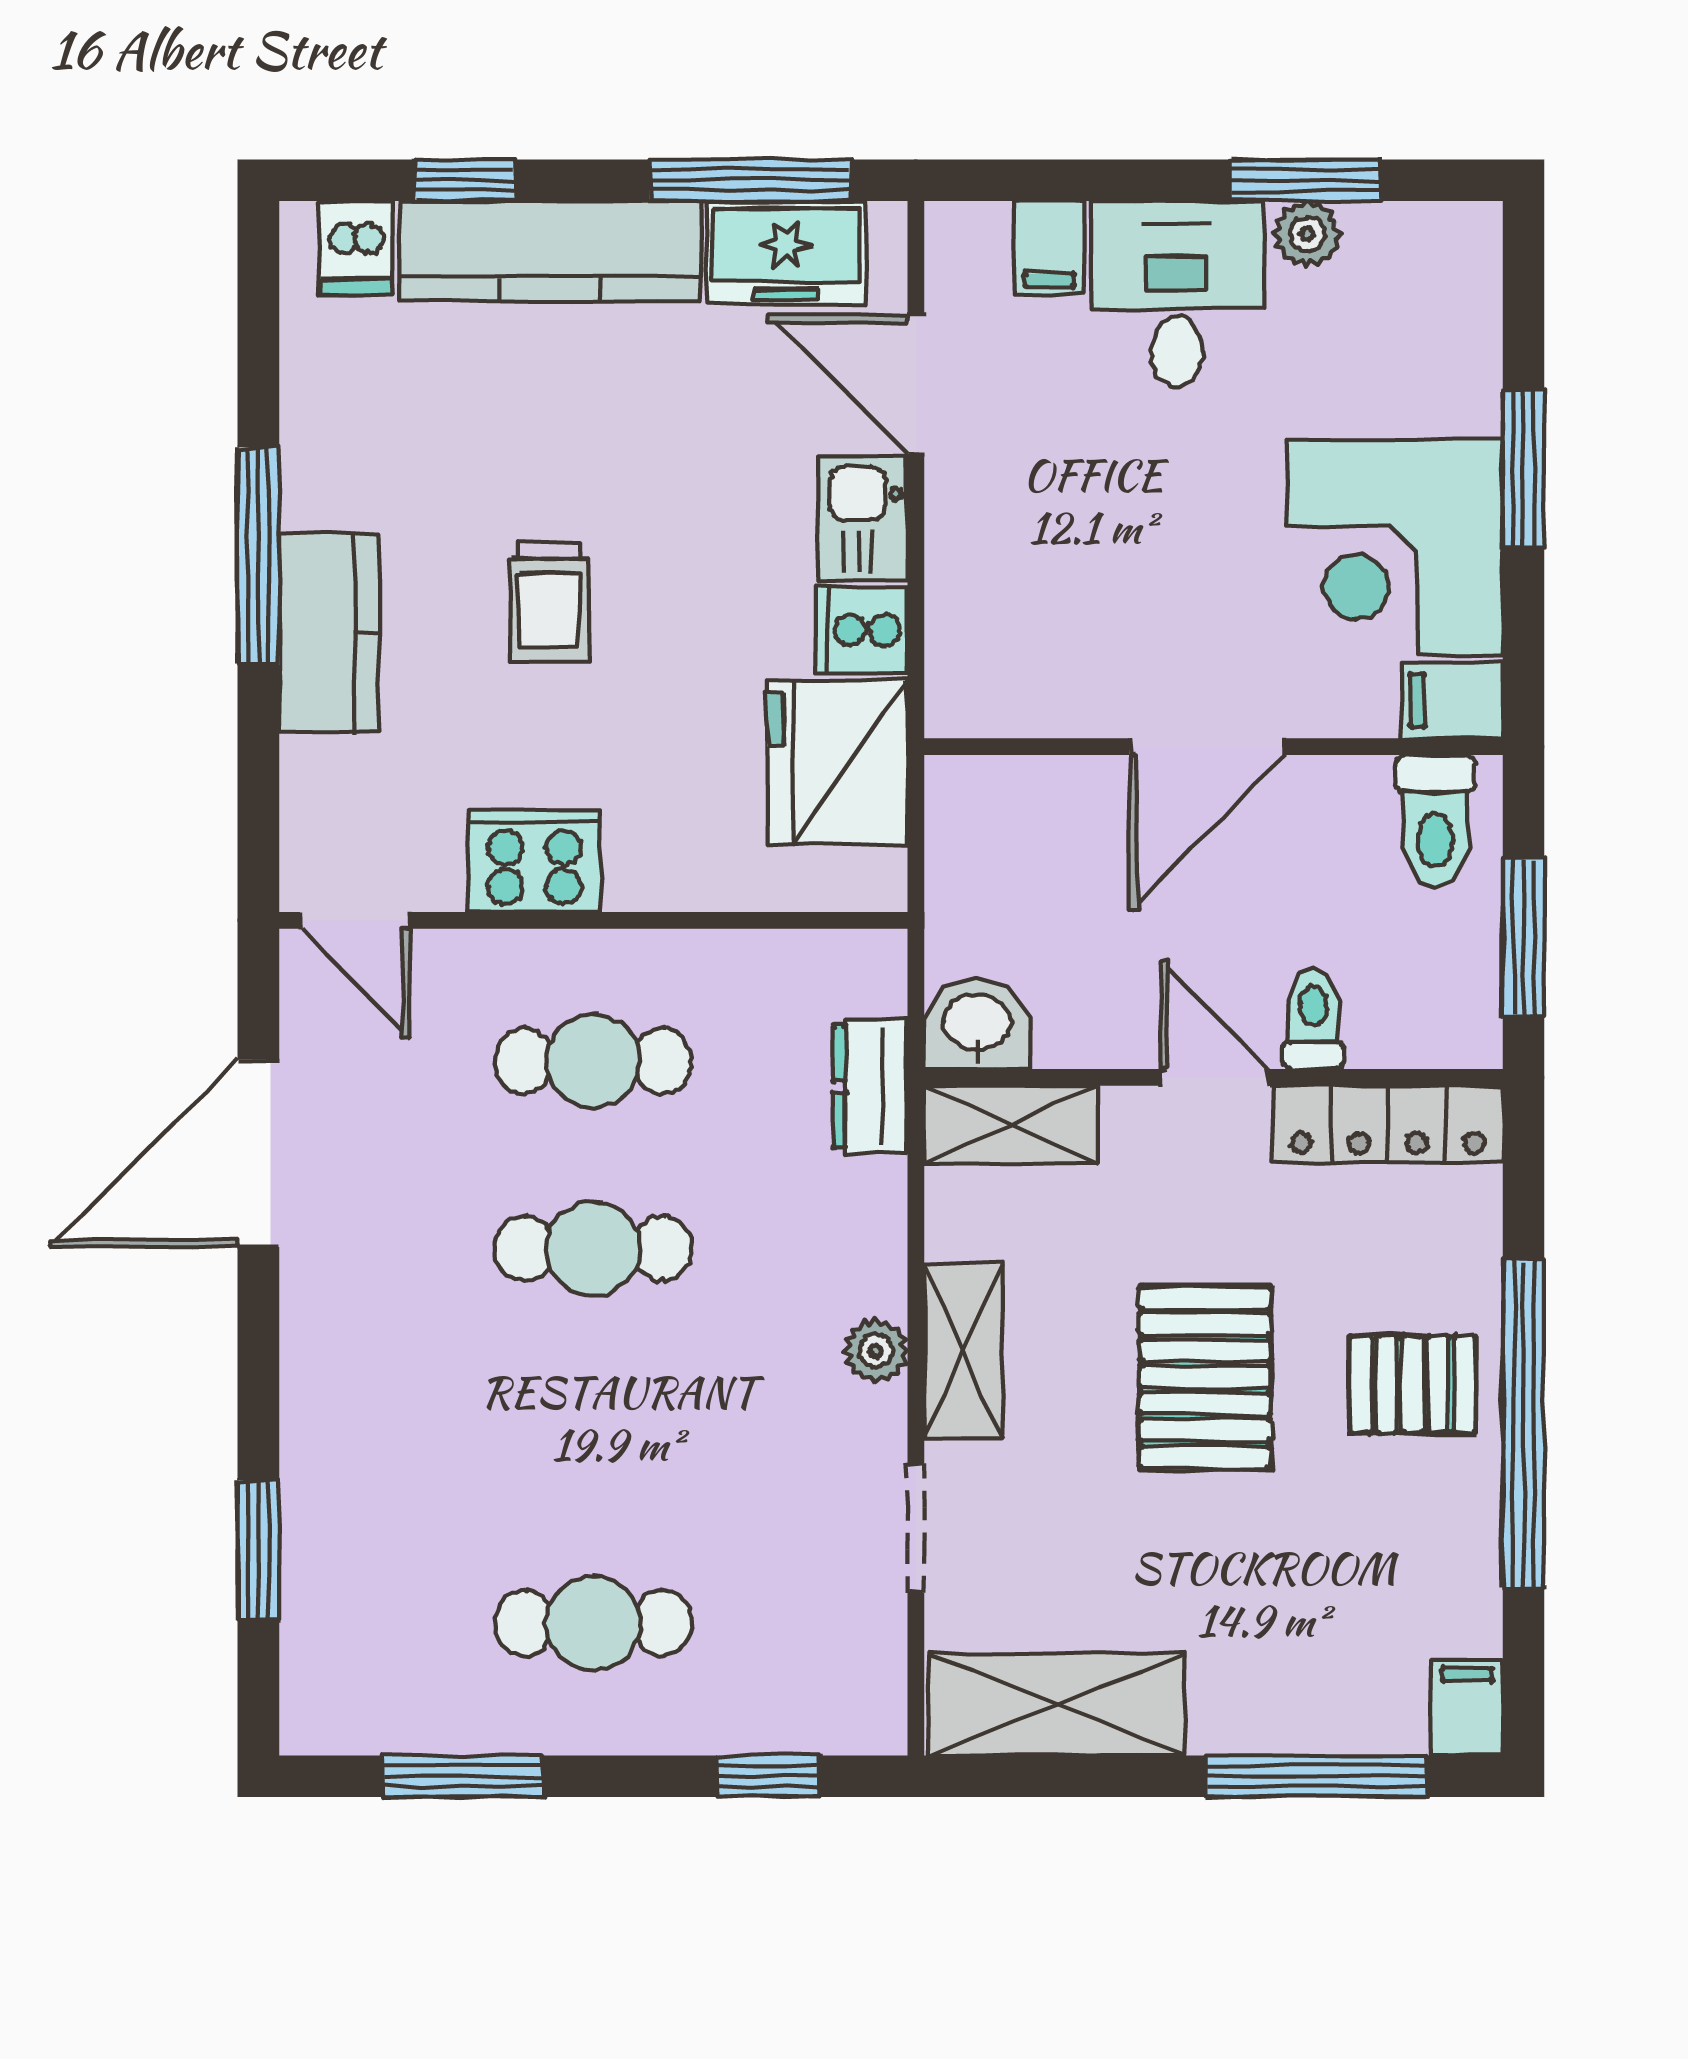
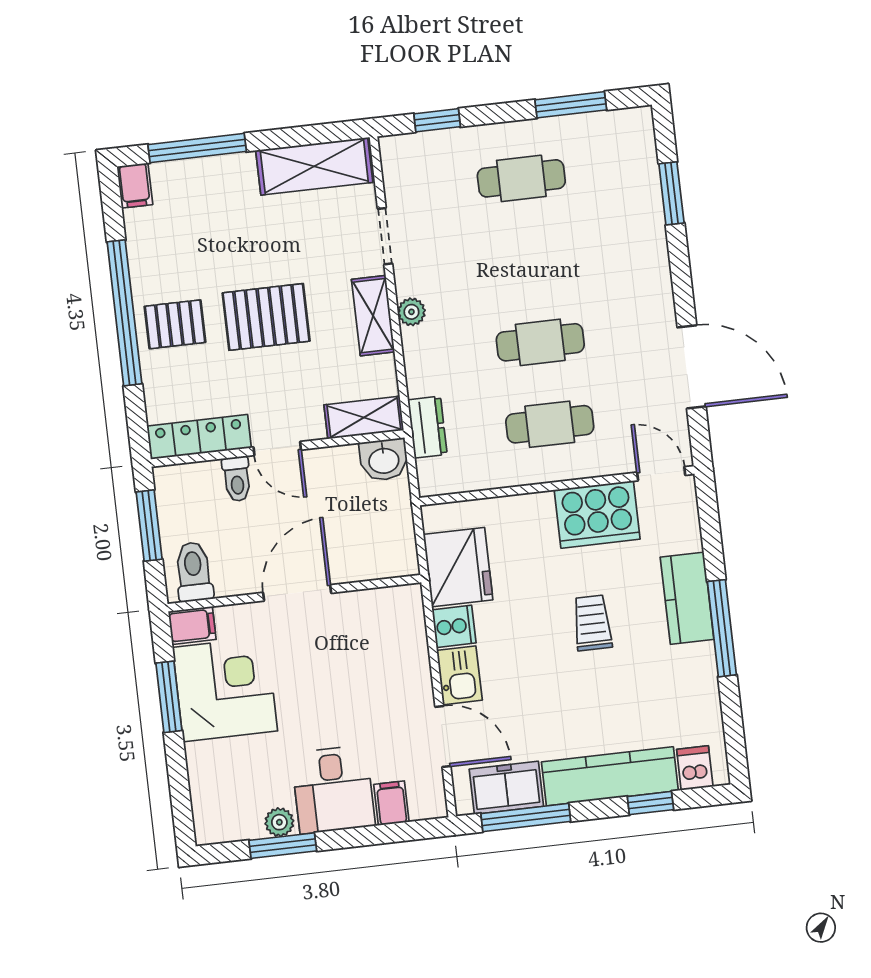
window: (1524, 469) -> (169, 697), moved
cooker: (534, 861) -> (597, 514), width x1.37, depth x1.31
door: (258, 1153) -> (692, 367), hinge flipped
pallet: (1205, 1377) -> (266, 317), turned 90

